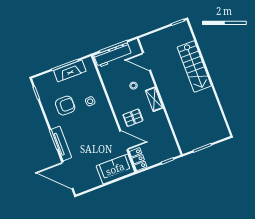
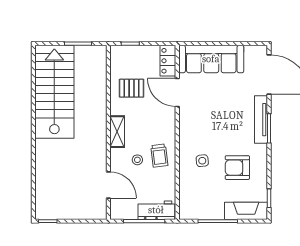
workbench: (113, 55) -> (156, 210), width x0.73
stairs: (194, 66) -> (54, 92), moved, width x1.36, depth x1.51
fireplace: (70, 71) -> (246, 211), moved
trolley: (120, 94) -> (159, 156), added
pallet: (133, 118) -> (132, 88), moved
sofa: (115, 169) -> (211, 59), width x1.36

